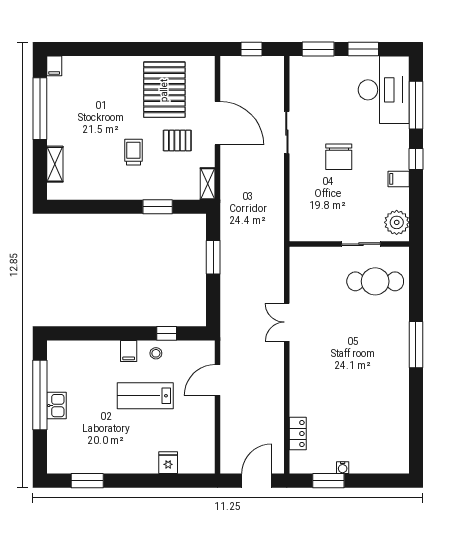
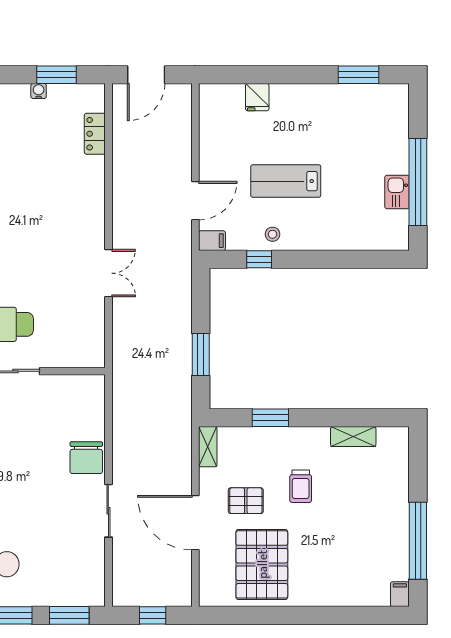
chair: (339, 157) -> (86, 458), moved, turned 180
shelving: (55, 164) -> (353, 437), moved, turned 90
filing cabinet: (129, 351) -> (212, 241), moved, turned 90
lab bench: (145, 396) -> (286, 181), turned 180
kitchen sink: (56, 406) -> (397, 192), moved

